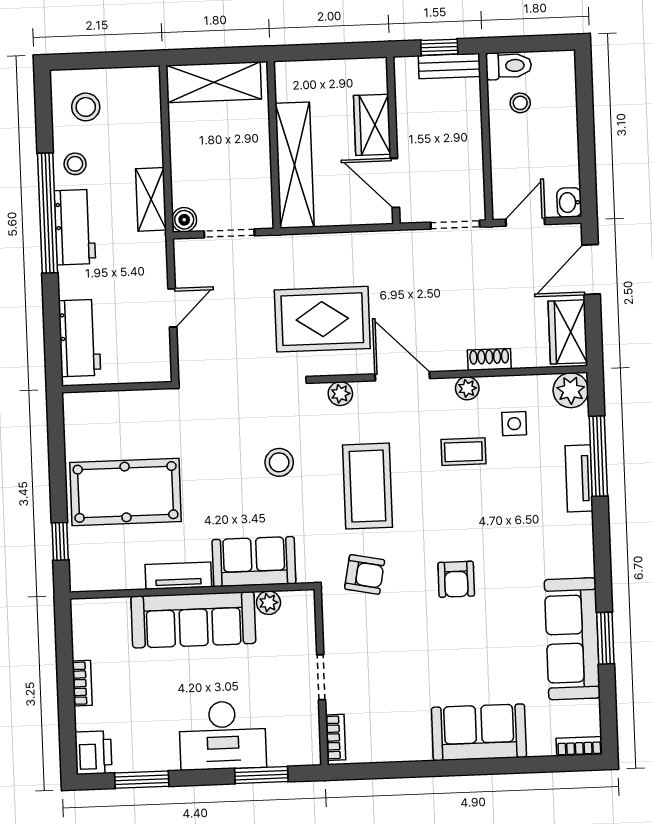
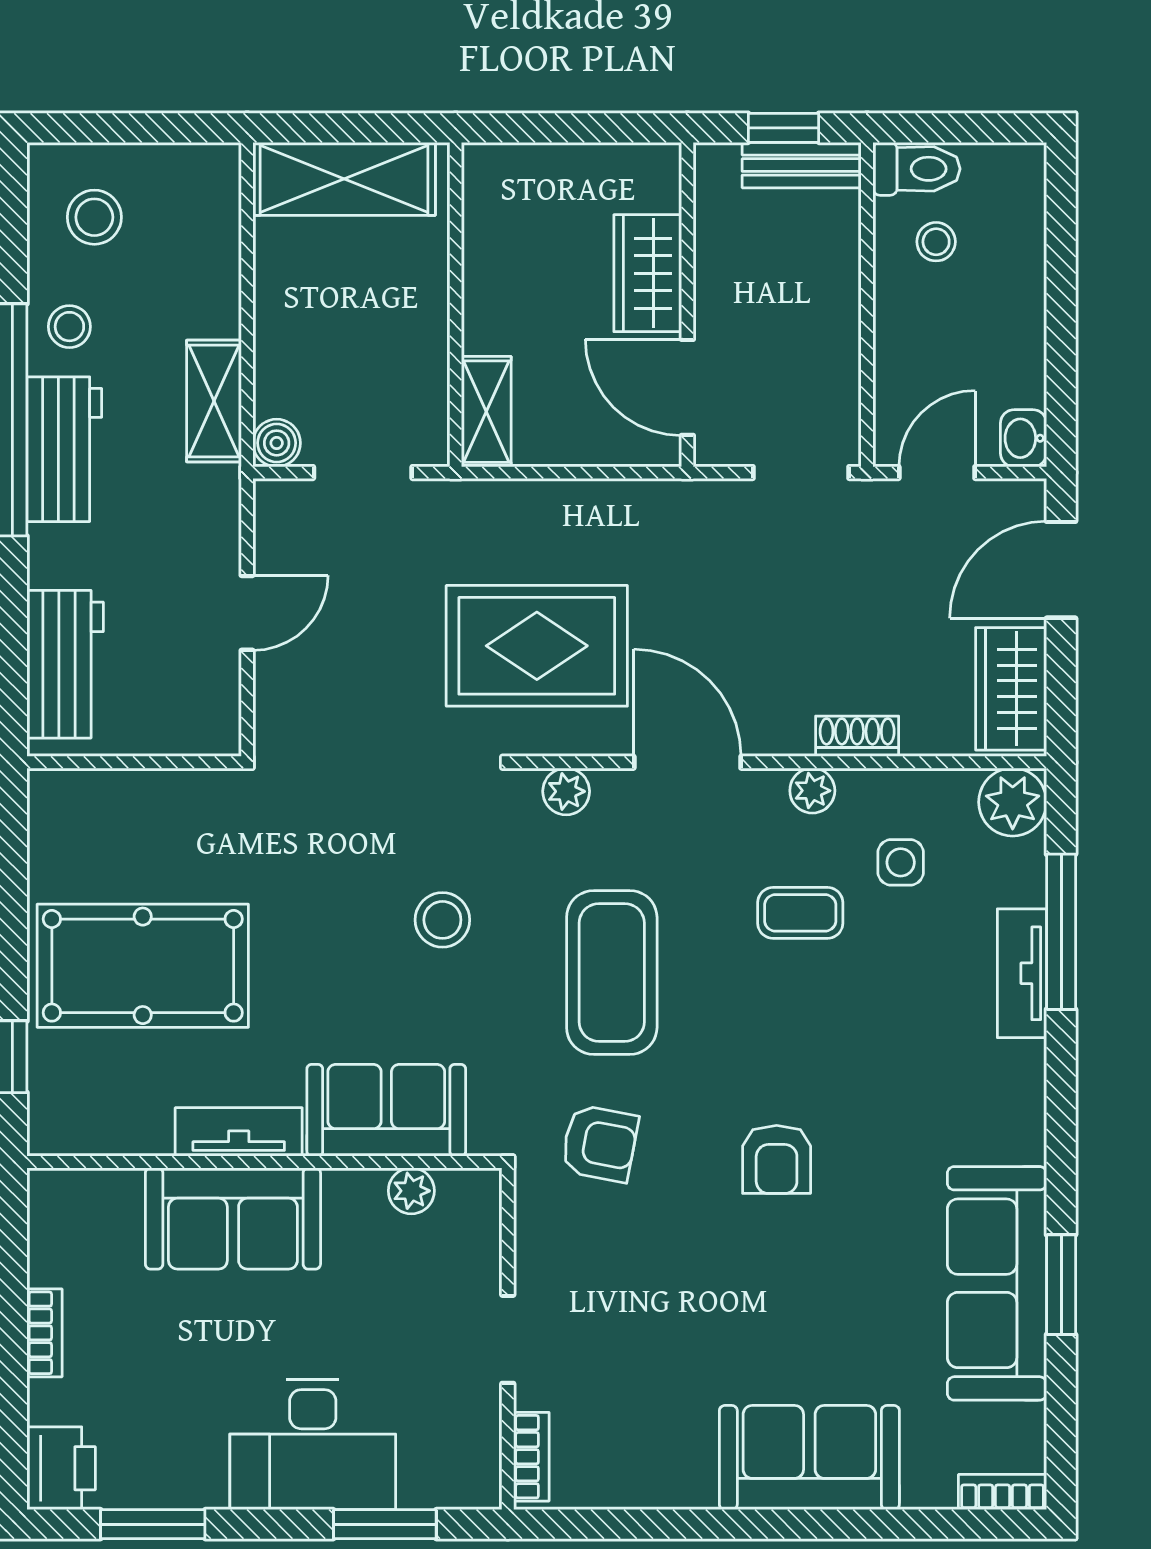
shelving: (295, 165) -> (486, 412), width x0.45, depth x0.75
sofa: (193, 620) -> (233, 1218), width x0.73

